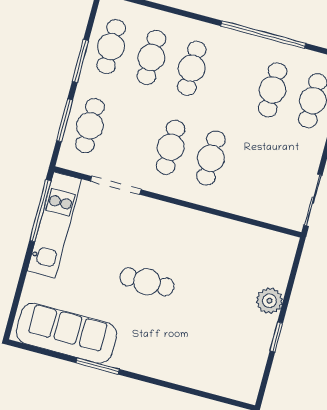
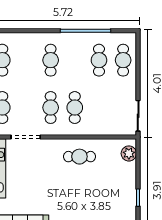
cafe table: (151, 57) -> (26, 60), removed
cafe table: (147, 282) -> (79, 157), moved
plant: (269, 301) -> (129, 153), moved

